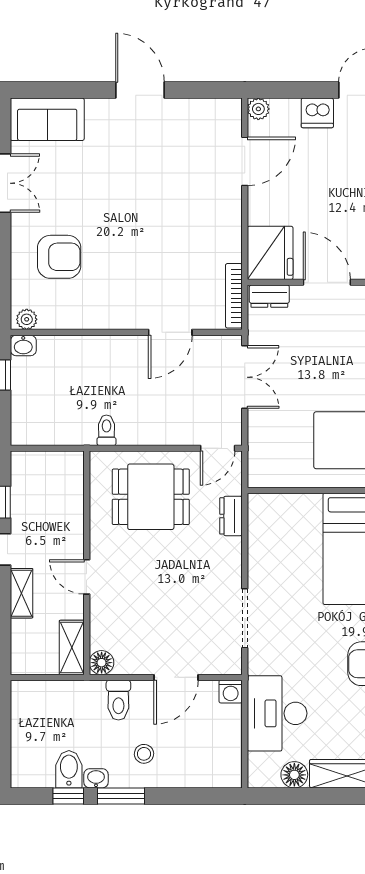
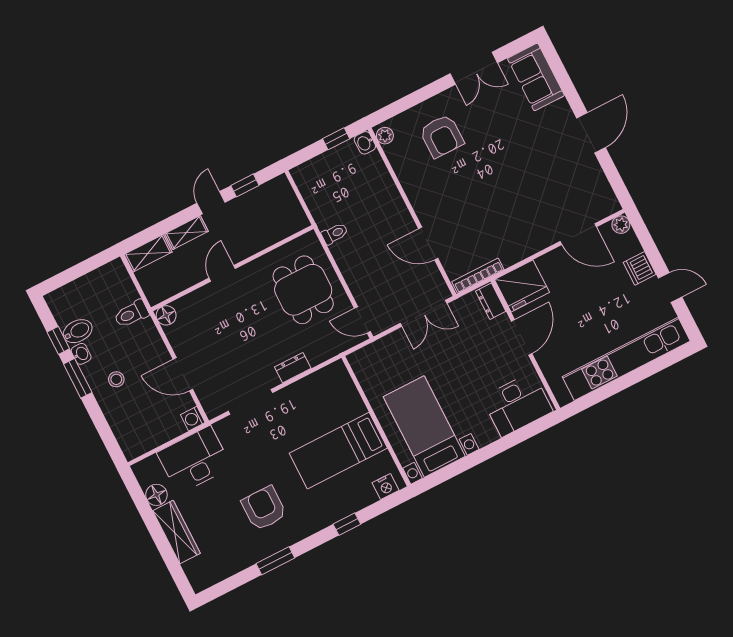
dresser: (231, 516) -> (293, 368), moved
shelving: (72, 647) -> (148, 253), moved
toilet: (118, 700) -> (131, 314), moved

